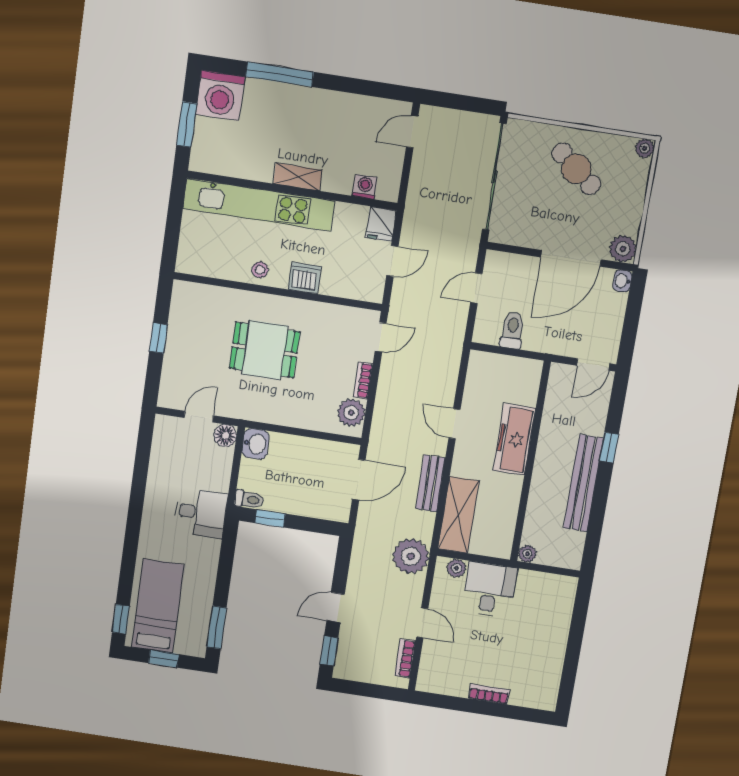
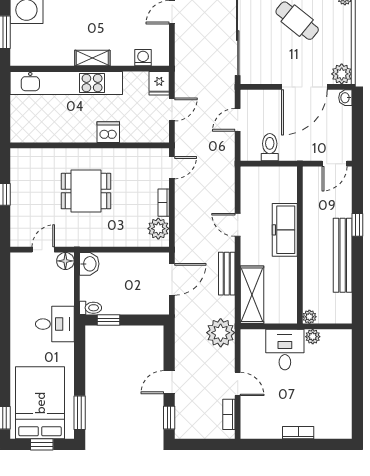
stool: (260, 270) -> (74, 131), removed
plant: (456, 568) -> (313, 337), moved
bed: (158, 606) -> (40, 403), width x1.50

